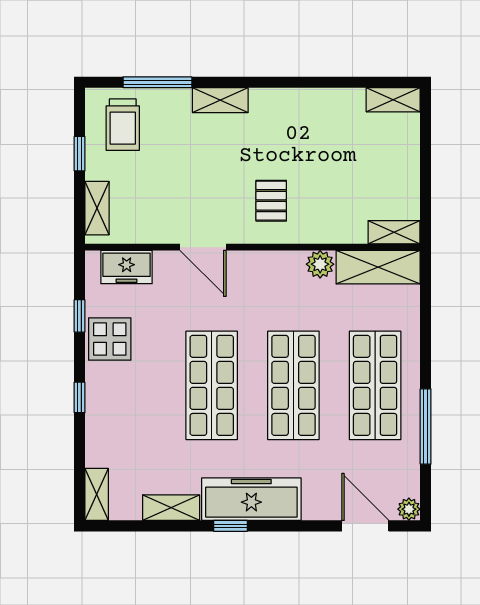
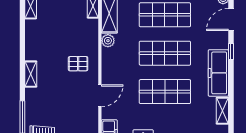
shelving: (220, 100) -> (31, 74), moved
window: (230, 526) -> (231, 52), moved

